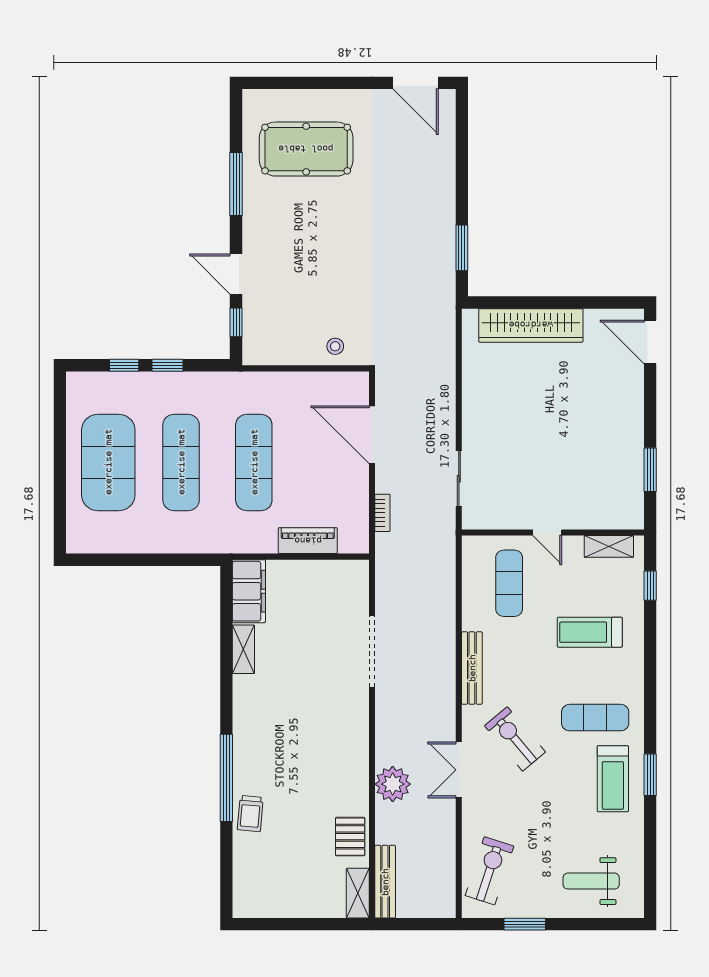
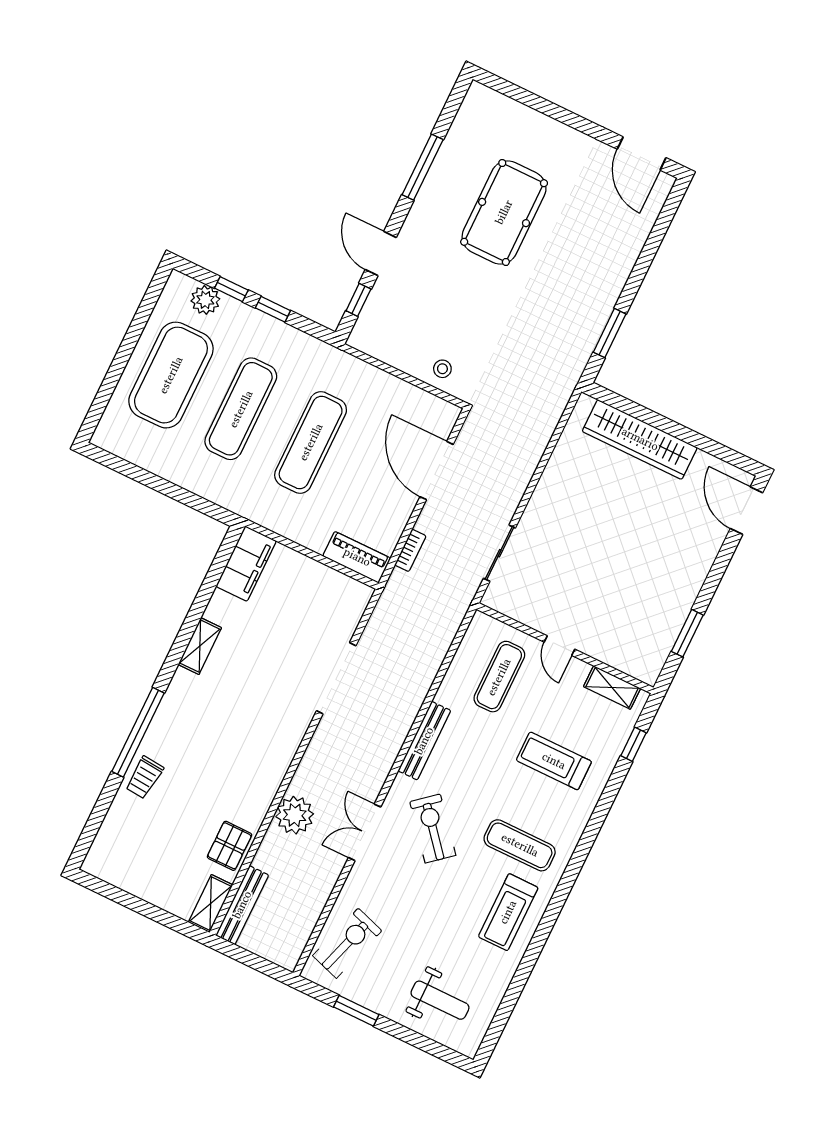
pool table: (306, 149) -> (504, 212), moved, turned 90
plant: (107, 385) -> (205, 300), added
piano: (308, 541) -> (357, 557), moved
shelving: (243, 649) -> (200, 646), moved
window: (650, 775) -> (546, 926), removed
weight bench: (591, 881) -> (440, 1000), turned 180

